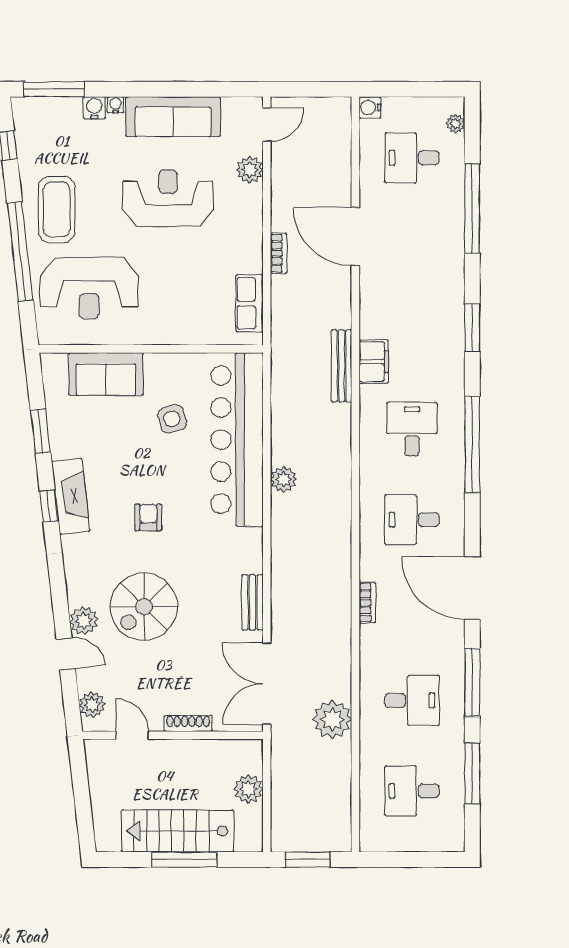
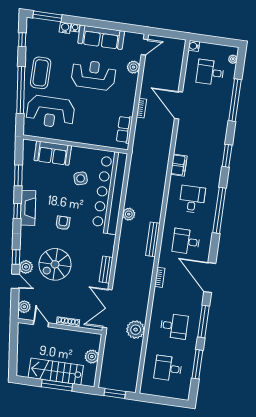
bench: (342, 366) -> (153, 239), moved
window: (60, 603) -> (16, 257), added

